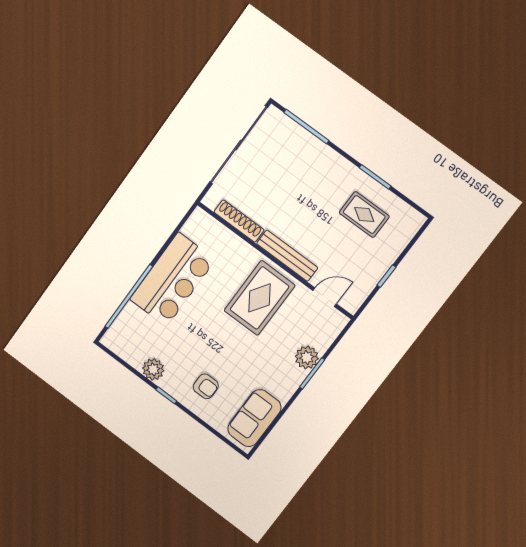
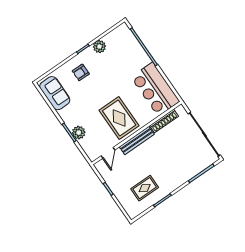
bar counter: (172, 280) -> (155, 89), moved

